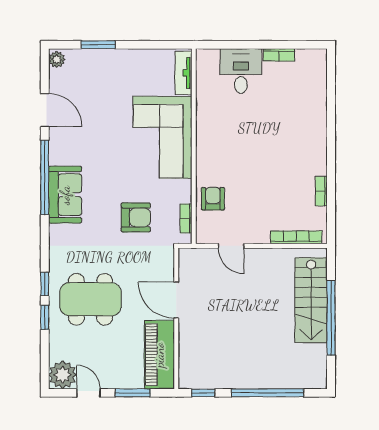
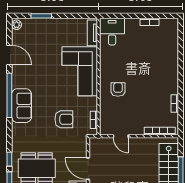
desk: (241, 71) -> (112, 32), moved
armchair: (213, 199) -> (118, 89), moved

